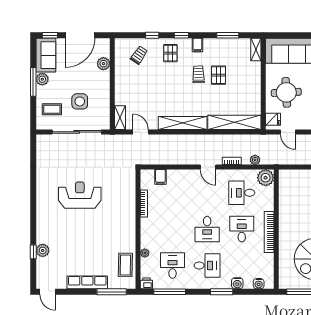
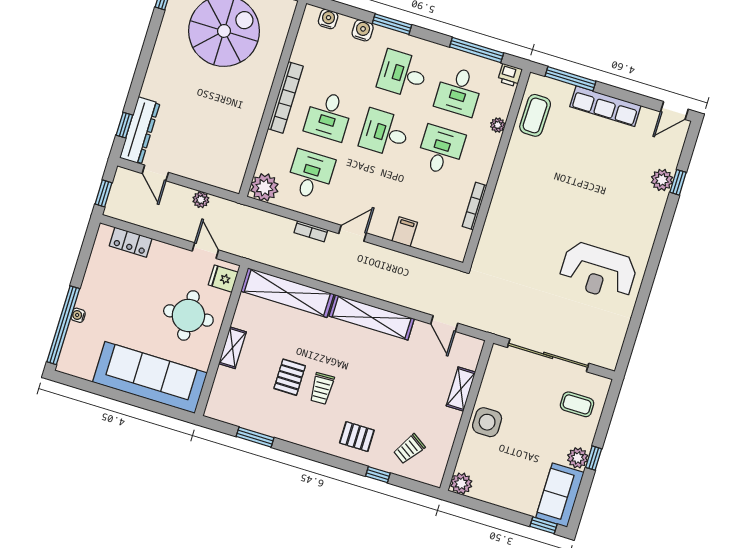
door: (80, 35) -> (495, 510), removed
window: (181, 35) -> (330, 460), removed
filing cabinet: (197, 45) -> (309, 436), removed
shelving: (256, 50) -> (233, 348), moved
pallet: (170, 53) -> (357, 437), turned 90
plant: (103, 64) -> (461, 484), moved
window: (33, 82) -> (594, 458), width x0.46
side table: (80, 101) -> (487, 422), moved
shelving: (120, 118) -> (461, 389), moved
plant: (255, 160) -> (201, 200), moved
door: (208, 167) -> (353, 233), hinge flipped
filing cabinet: (160, 177) -> (405, 232), moved
desk: (242, 193) -> (310, 175), turned -90
reception desk: (80, 195) -> (598, 271), moved
desk: (173, 229) -> (441, 150), added
desk: (207, 229) -> (385, 133), turned -90
door: (48, 292) -> (674, 110), swing flipped

